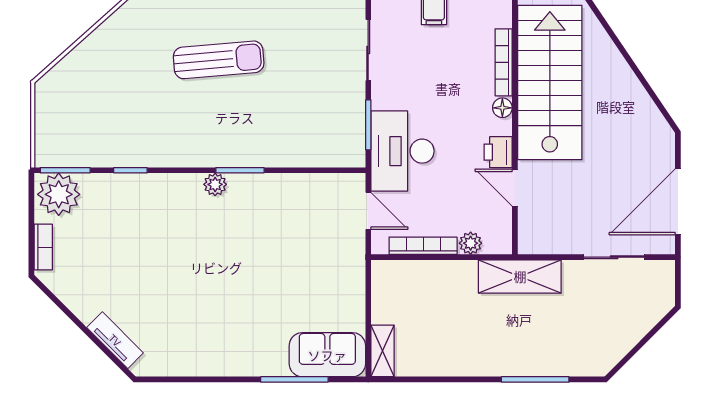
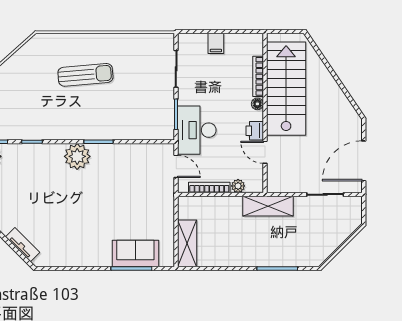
plant: (215, 184) -> (77, 156), width x1.88, depth x1.88
shelving: (383, 351) -> (187, 243), width x1.50, depth x1.33
sofa: (327, 355) -> (135, 253), moved

